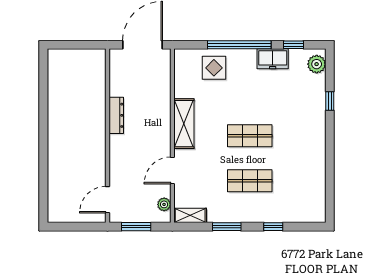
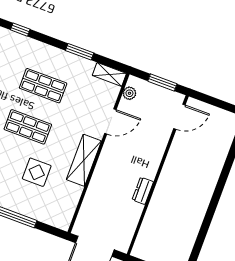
display table: (214, 68) -> (37, 172), moved
dresser: (116, 115) -> (143, 191), width x0.70
window: (273, 227) -> (20, 30), moved

